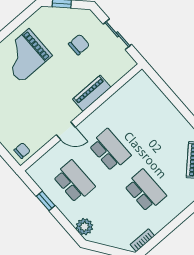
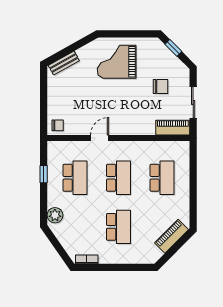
piano: (92, 93) -> (173, 128), moved
school desk: (146, 119) -> (162, 178), added
door: (66, 131) -> (100, 138), swing flipped

